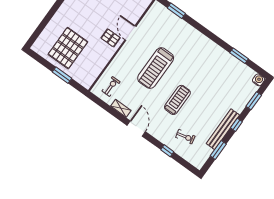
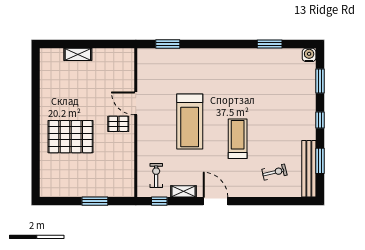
pallet: (68, 48) -> (71, 137), moved, turned 90
bench: (223, 129) -> (309, 169), moved
window: (167, 151) -> (159, 201), moved

